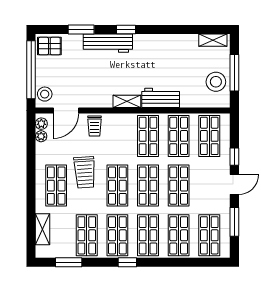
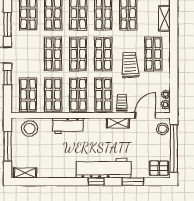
workbench: (108, 43) -> (104, 168), width x1.36, depth x1.32
stool: (216, 82) -> (30, 129), moved
shelving: (127, 101) -> (118, 123), moved
shop shelf: (117, 136) -> (103, 95), added

